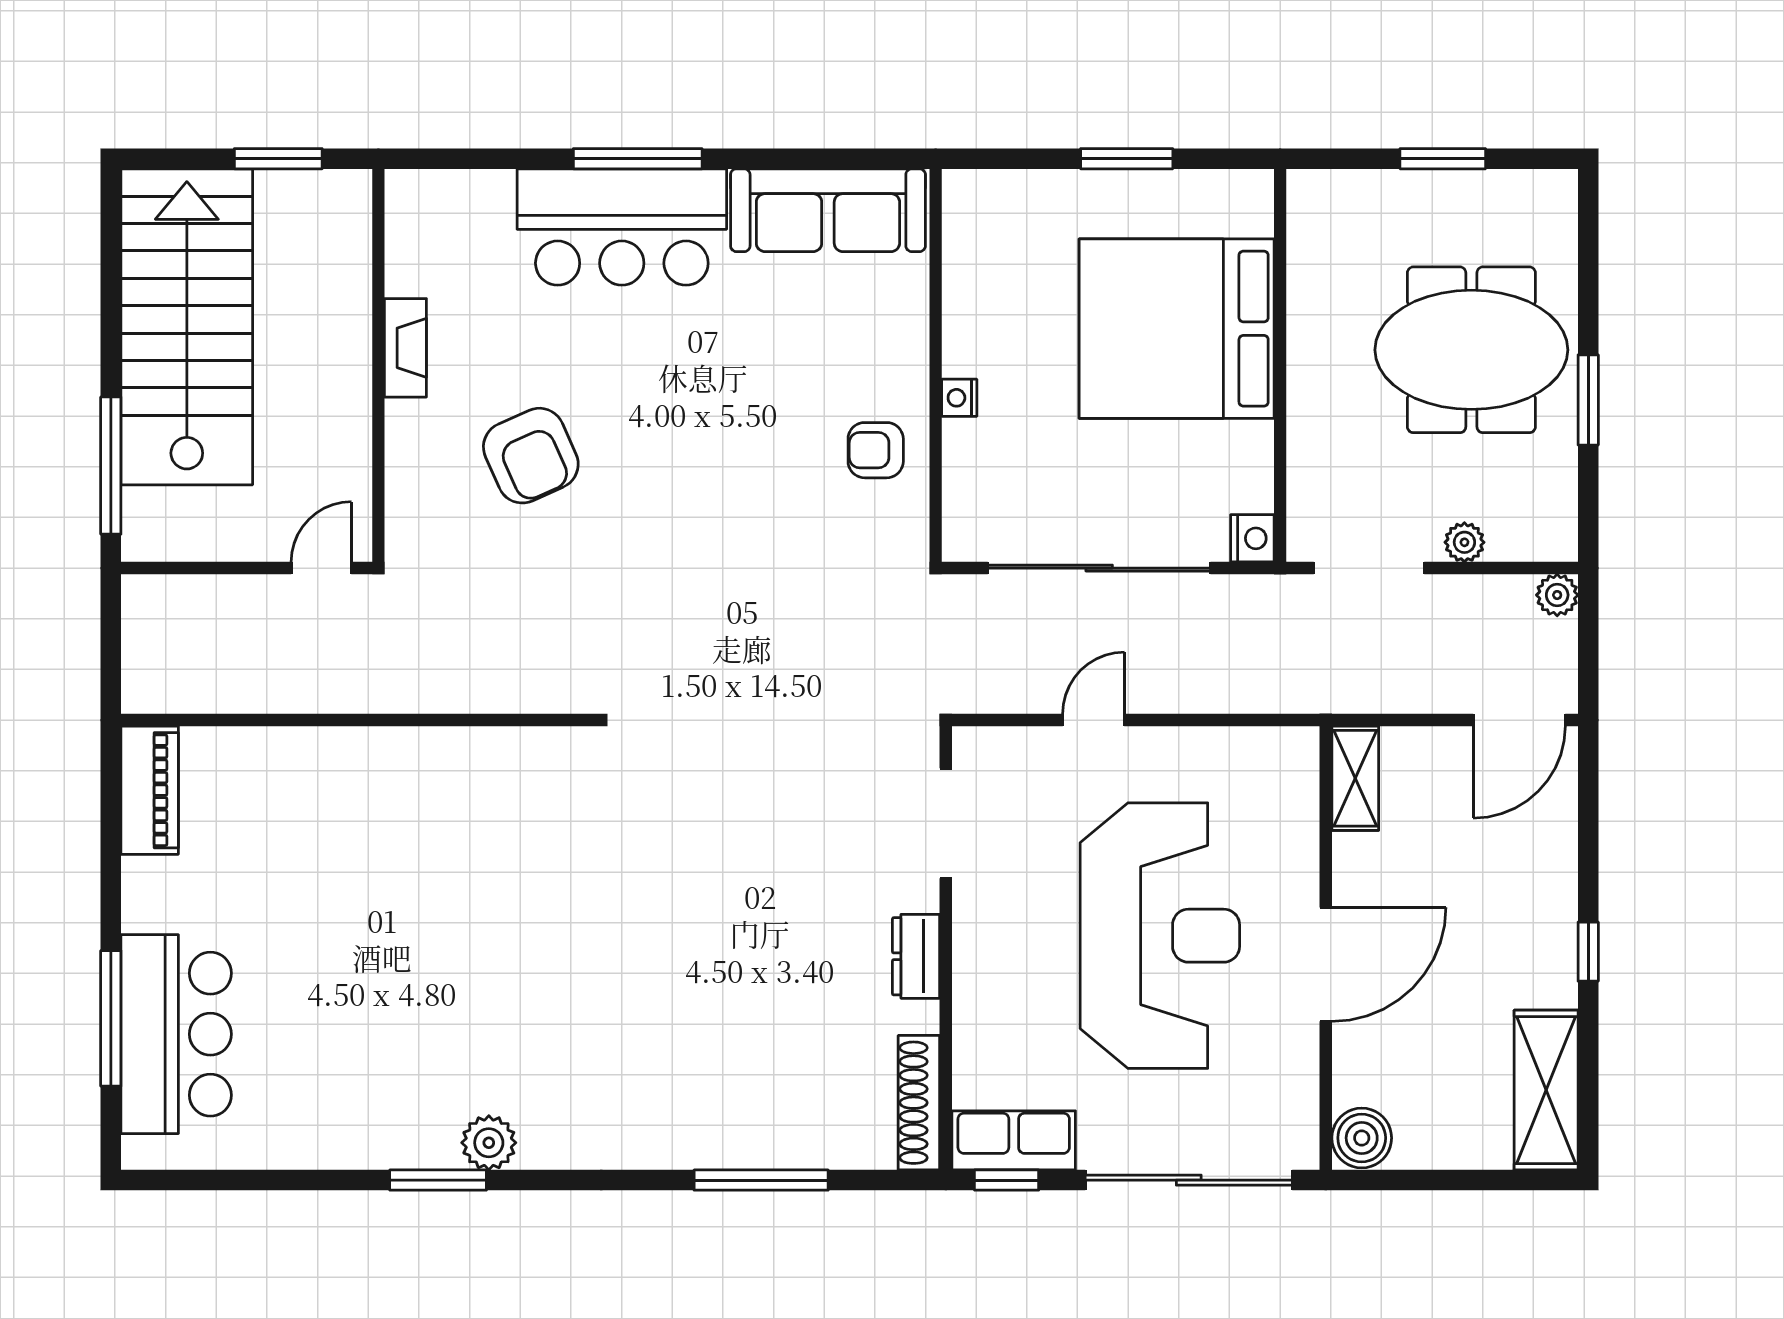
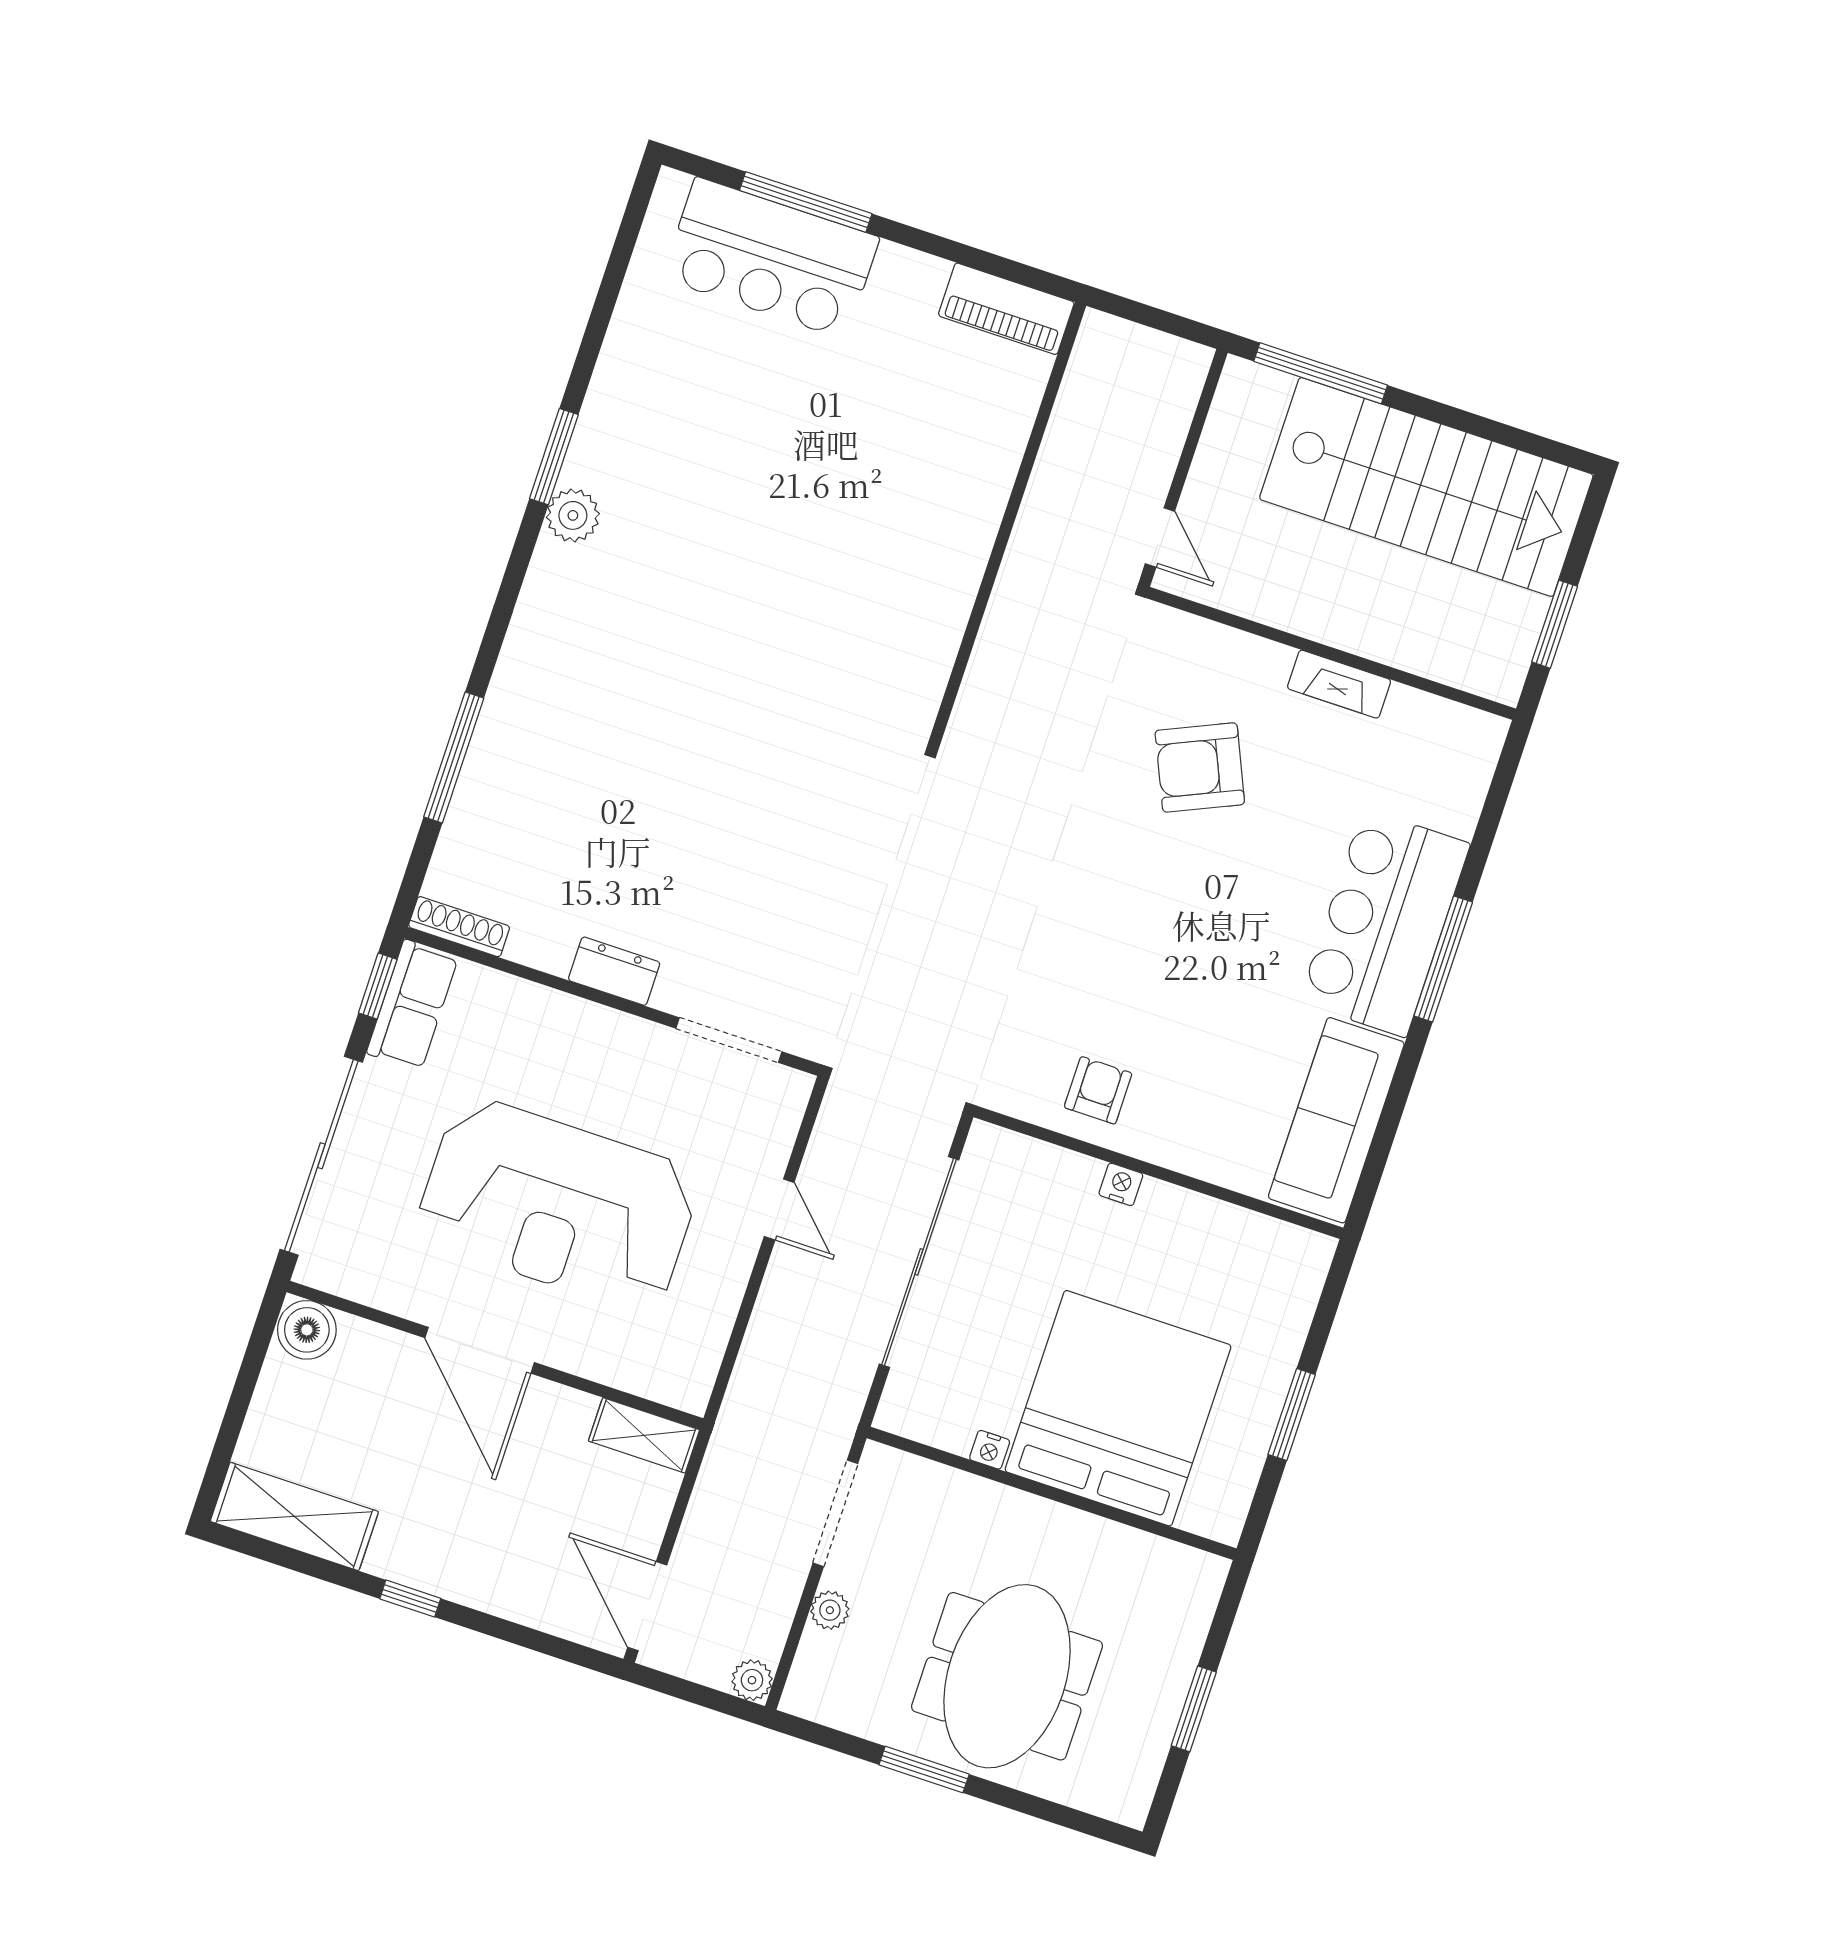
nightstand: (1252, 538) -> (990, 1450), moved, width x0.72, depth x0.74
shoe rack: (919, 1103) -> (459, 927), width x0.74, depth x0.81

